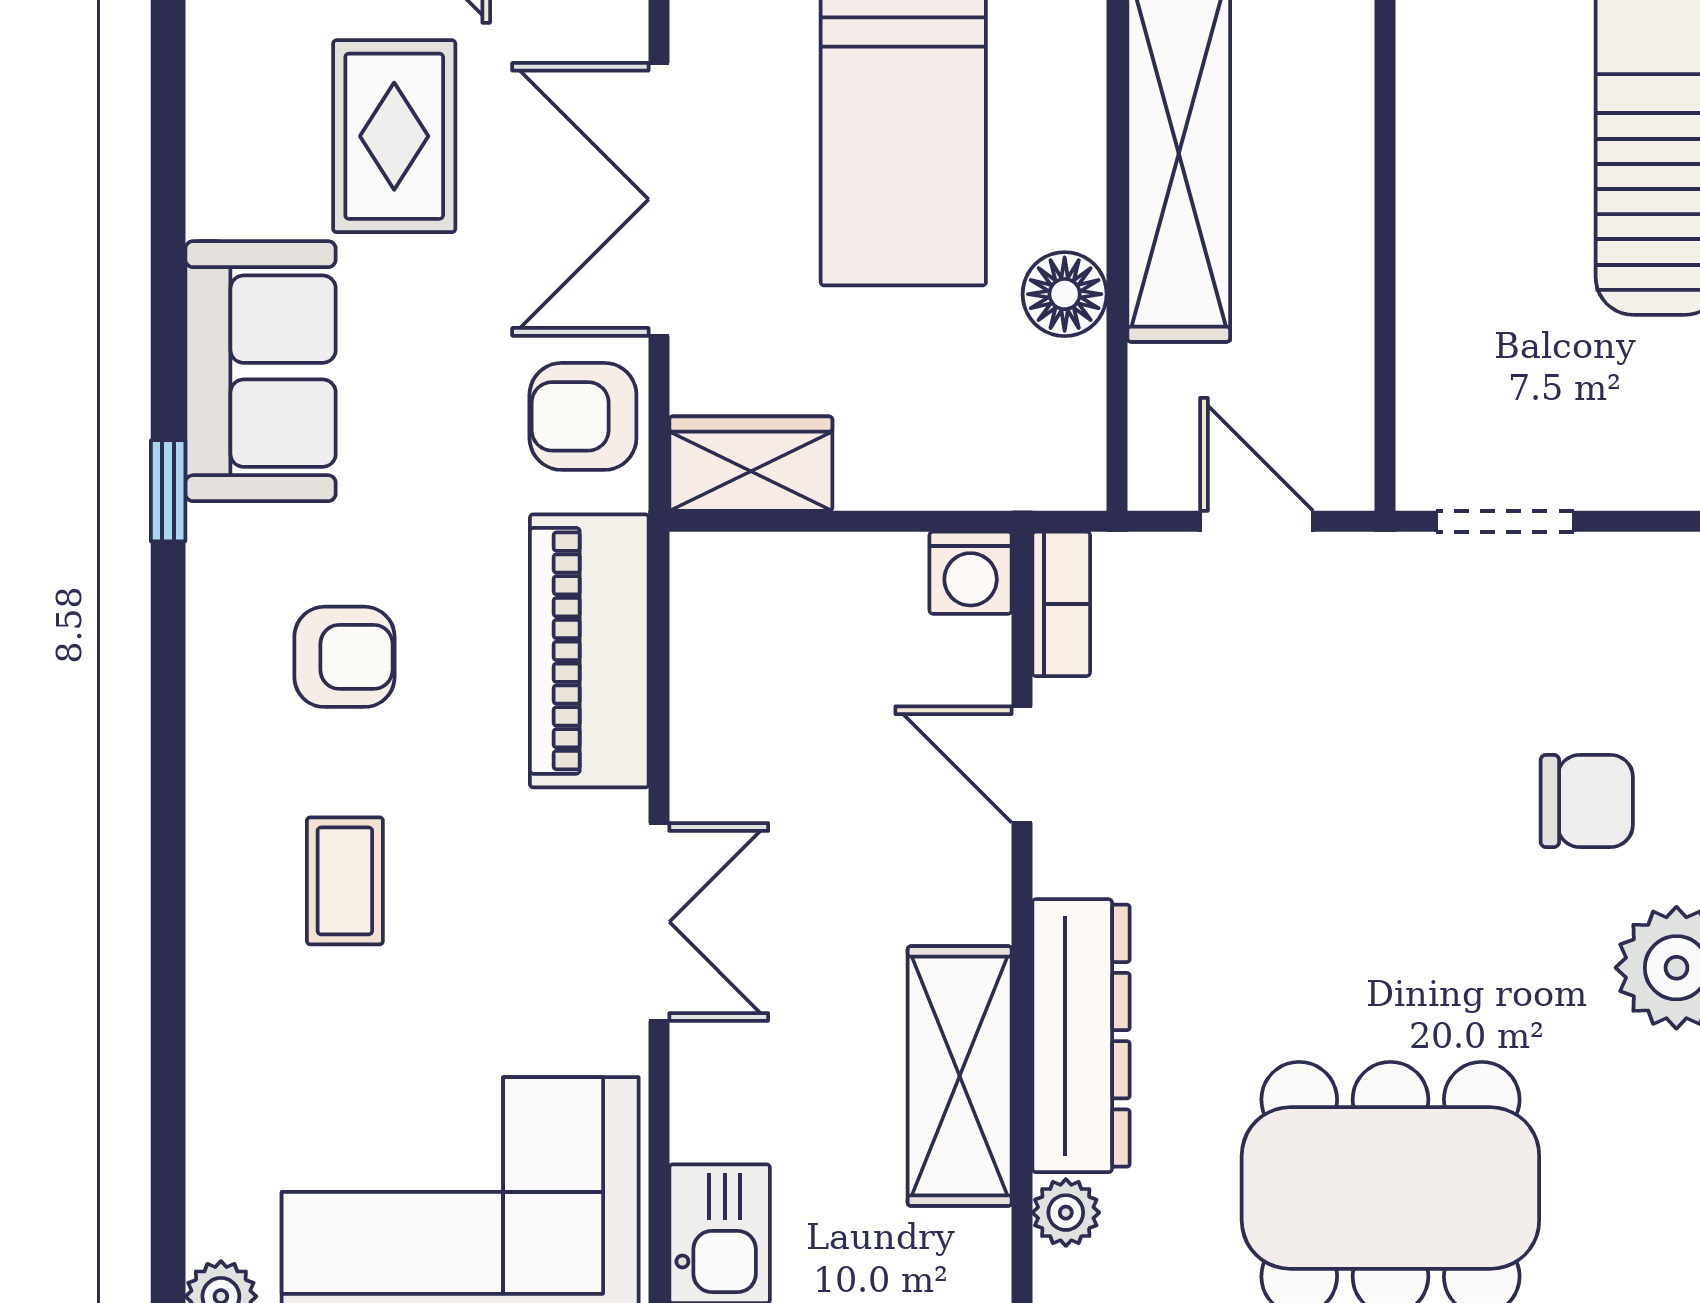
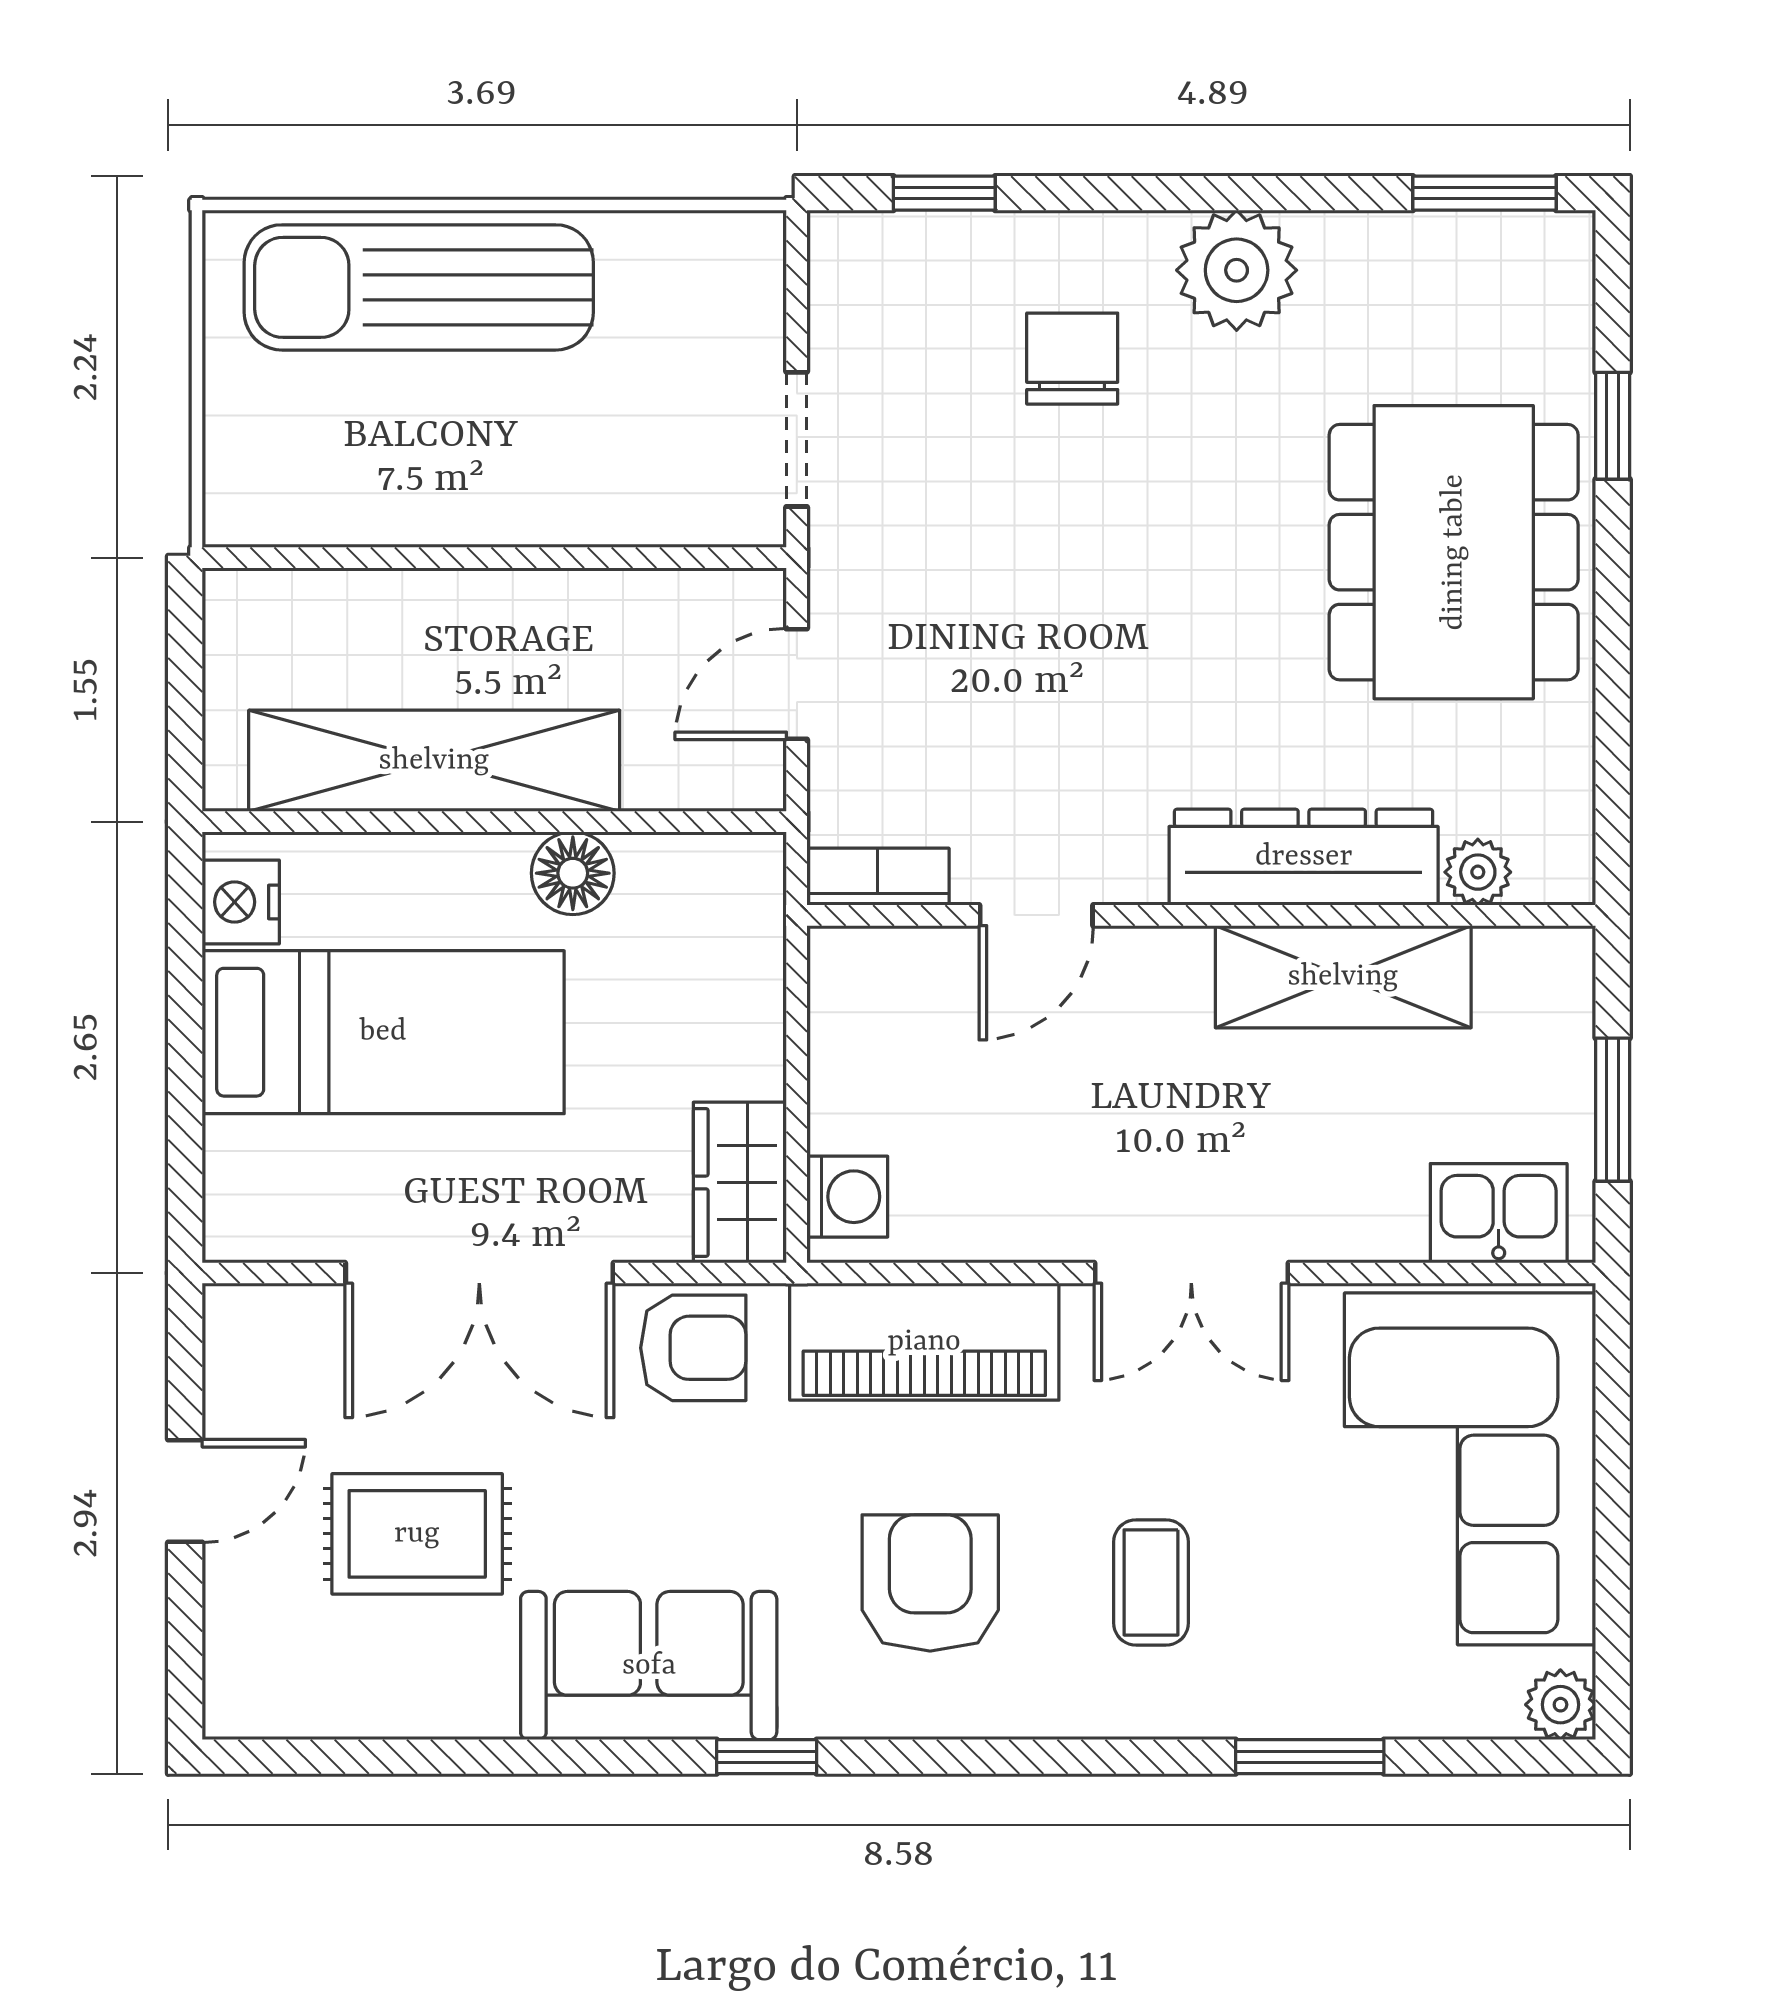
armchair: (583, 416) -> (693, 1348), turned -90
washing machine: (971, 573) -> (847, 1197), moved
armchair: (344, 657) -> (930, 1583), width x1.38, depth x1.38
coffee table: (345, 881) -> (1151, 1582), turned 90
double door: (659, 922) -> (1191, 1273), swing flipped
window: (168, 1042) -> (1310, 1757), added

